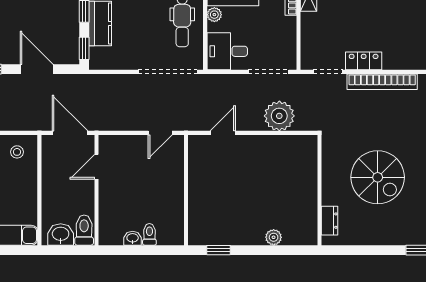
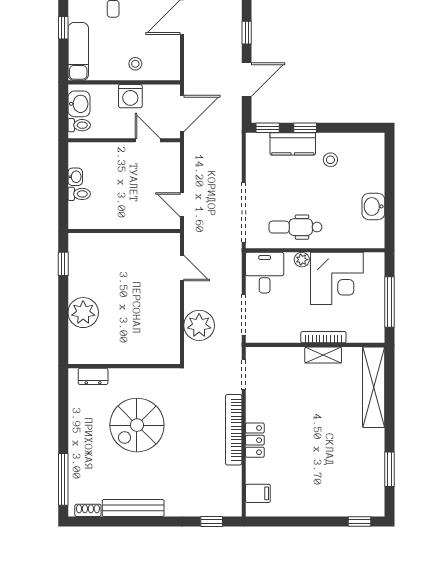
locker: (364, 61) -> (255, 440), moved
stool: (17, 152) -> (135, 64), moved
washing machine: (53, 184) -> (130, 96), added
toilet: (84, 230) -> (79, 125), width x0.73, depth x0.72
plant: (274, 237) -> (83, 313), width x1.88, depth x1.88

